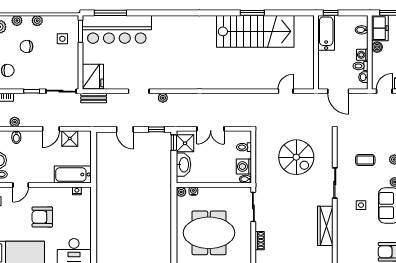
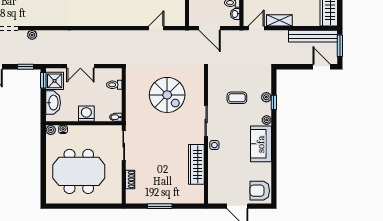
washing machine: (244, 167) -> (86, 114), moved, turned 90
side table: (361, 205) -> (214, 145), moved

